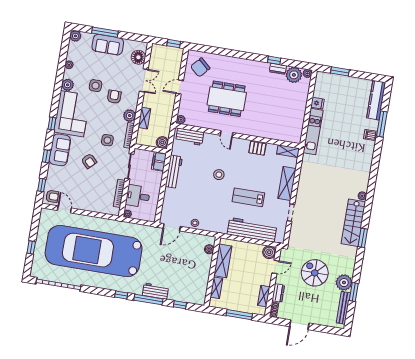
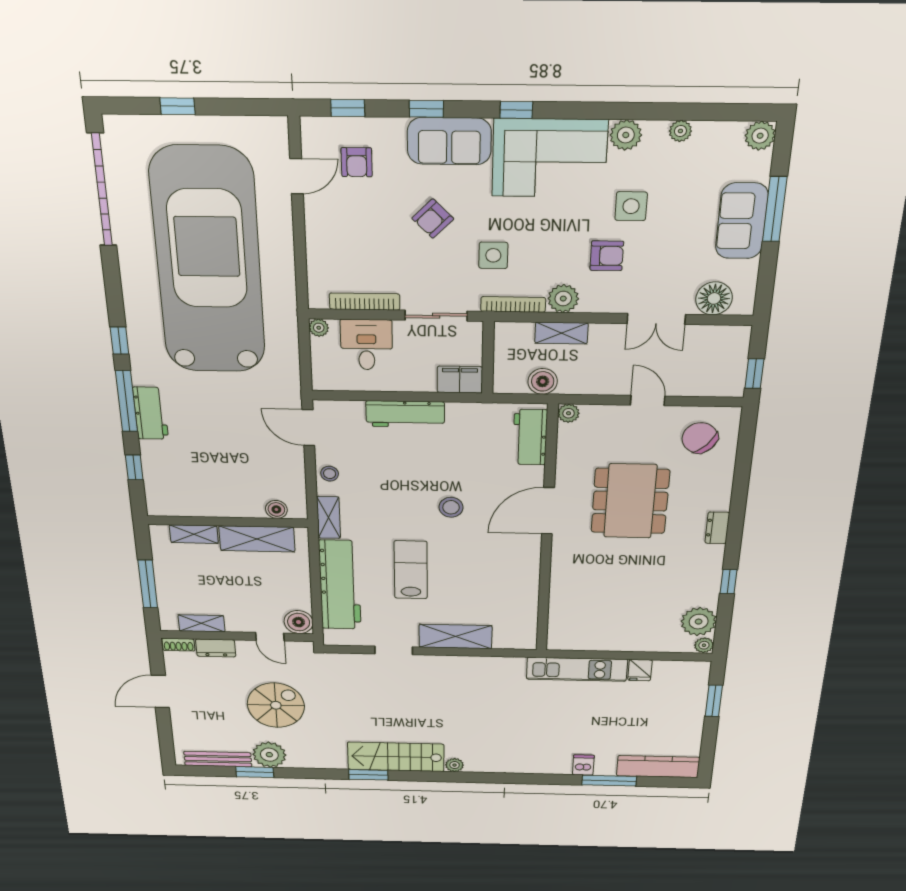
dresser: (278, 69) -> (717, 528), moved
door: (227, 134) -> (548, 511), width x1.88
boiler: (162, 142) -> (543, 381), moved
pallet: (257, 148) -> (524, 574), removed
shelving: (288, 151) -> (329, 517), moved
workbench: (174, 172) -> (405, 414), moved
armchair: (52, 196) -> (357, 162), moved
door: (299, 325) -> (160, 691), hinge flipped

